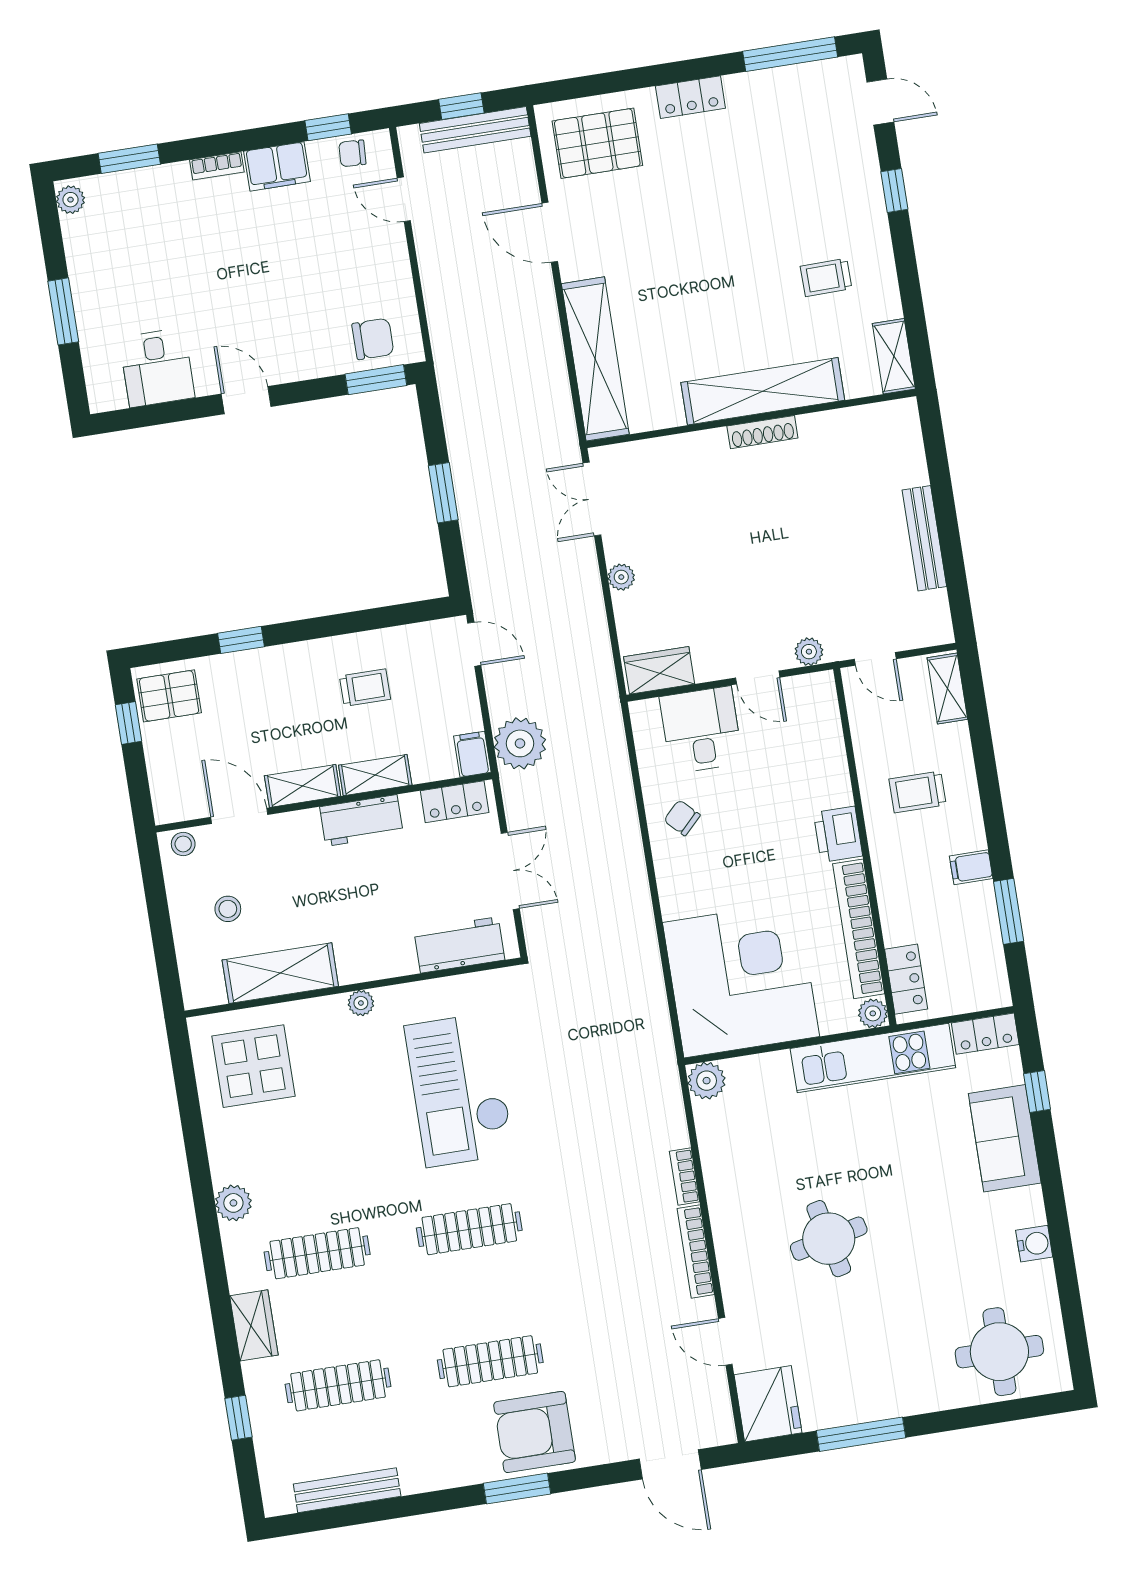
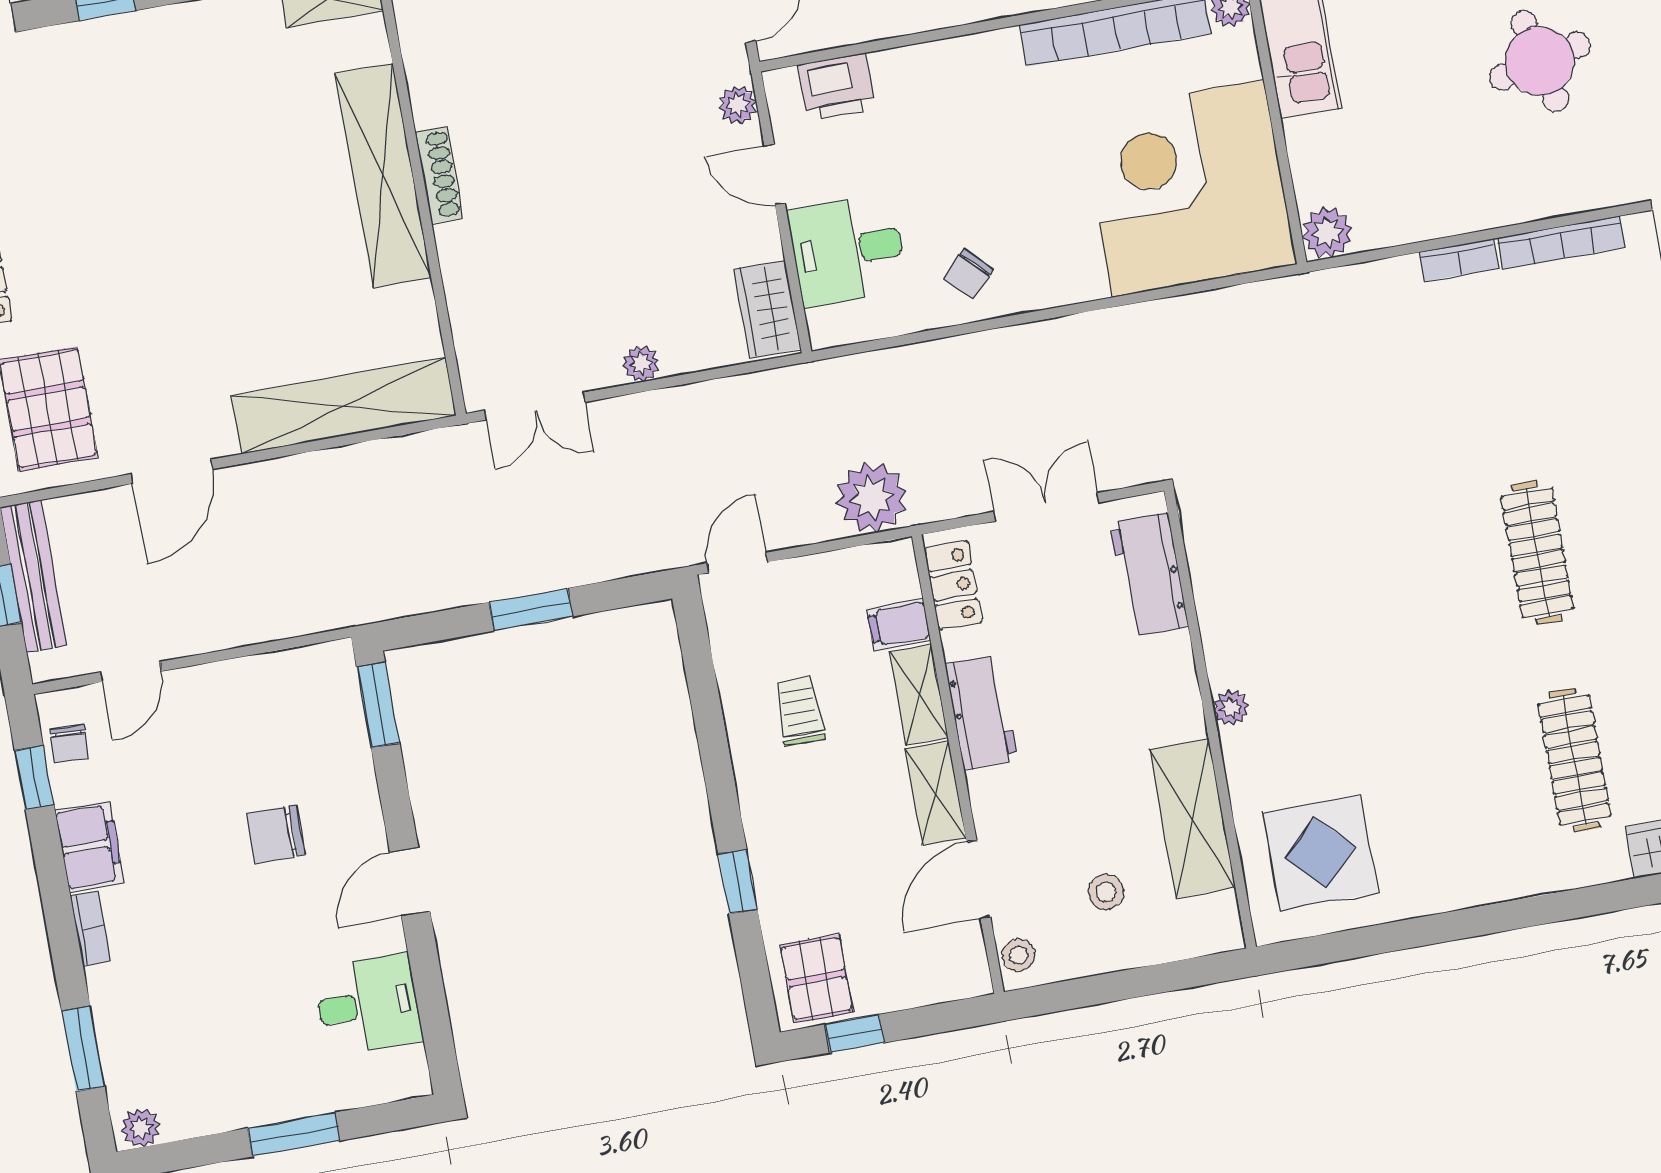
trolley: (826, 277) -> (225, 92), removed
chair: (373, 339) -> (276, 834), moved, turned -90
door: (758, 678) -> (775, 174), swing flipped
filing cabinet: (472, 754) -> (899, 624), moved
printer: (838, 834) -> (837, 87), moved
checkout: (459, 1090) -> (1347, 570), removed
plant: (233, 1203) -> (1508, 876), removed

